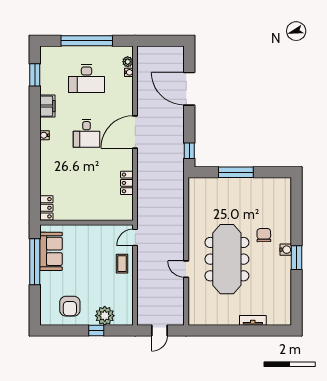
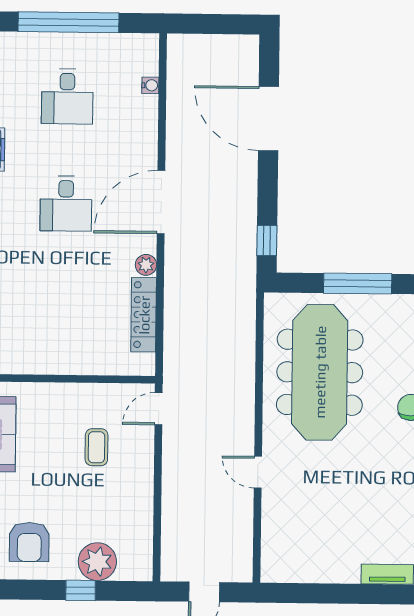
plant: (128, 62) -> (146, 265), moved
desk: (86, 79) -> (67, 96), width x0.73
locker: (127, 183) -> (144, 315), width x1.53
meeting table: (227, 259) -> (320, 372), moved
coffee table: (122, 264) -> (96, 447), moved

